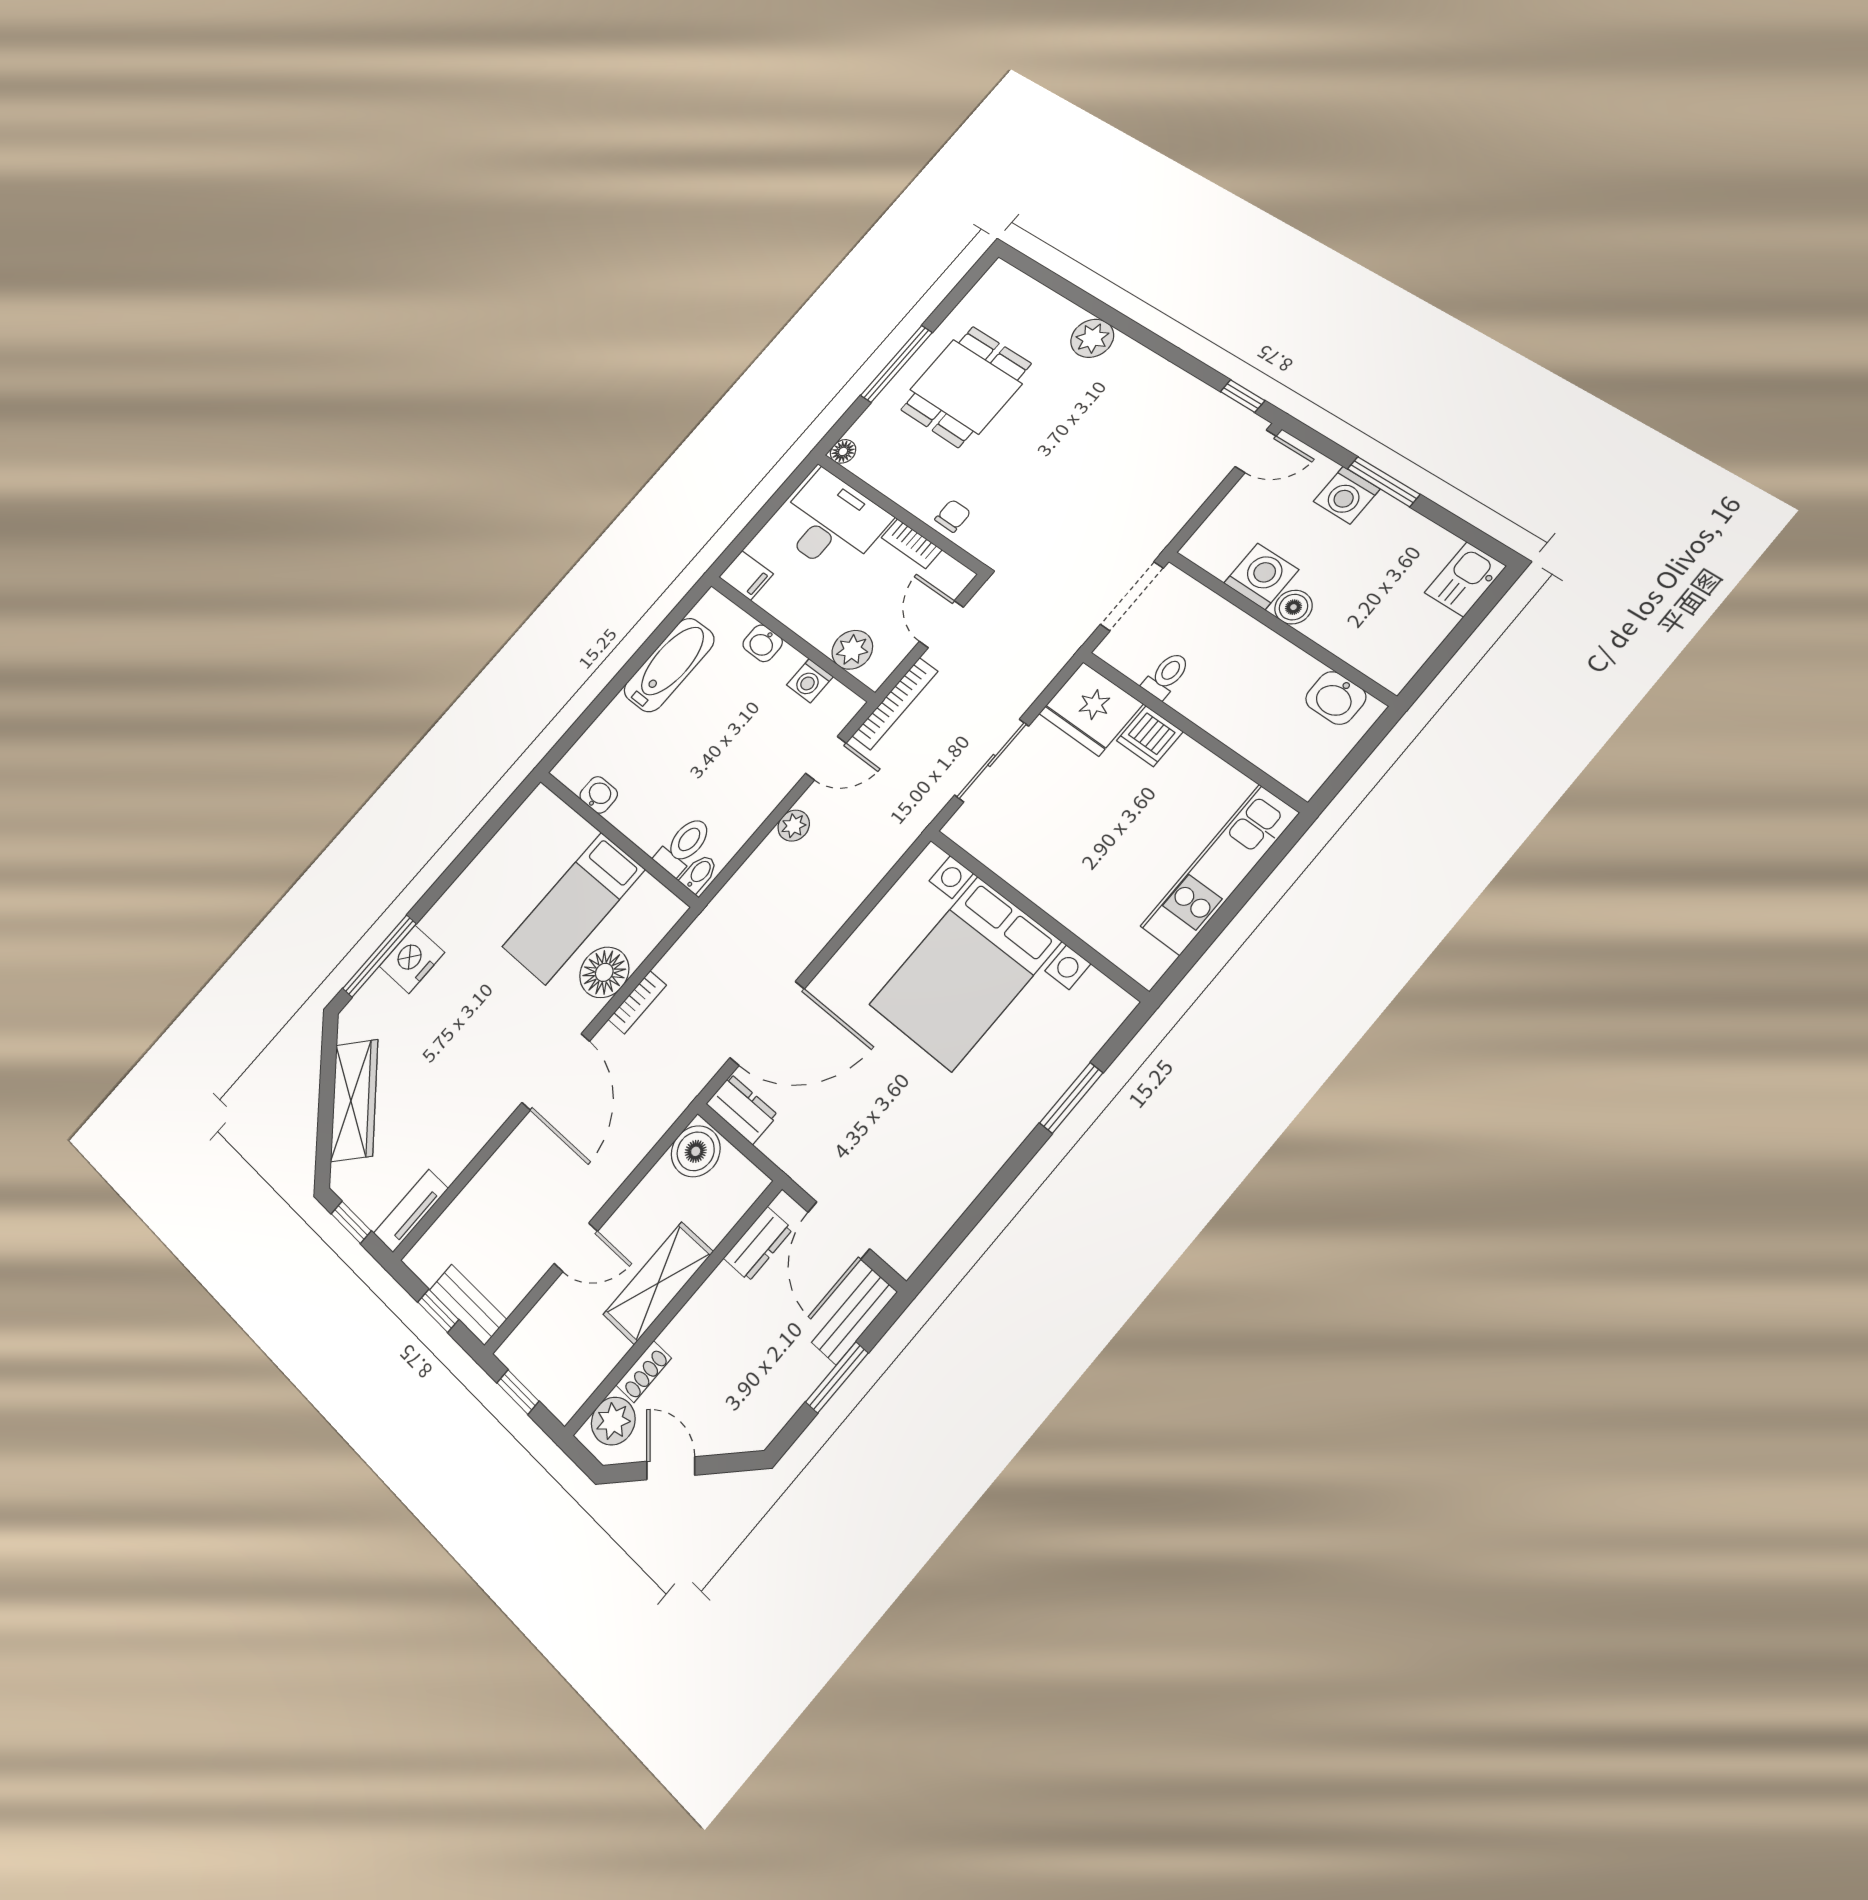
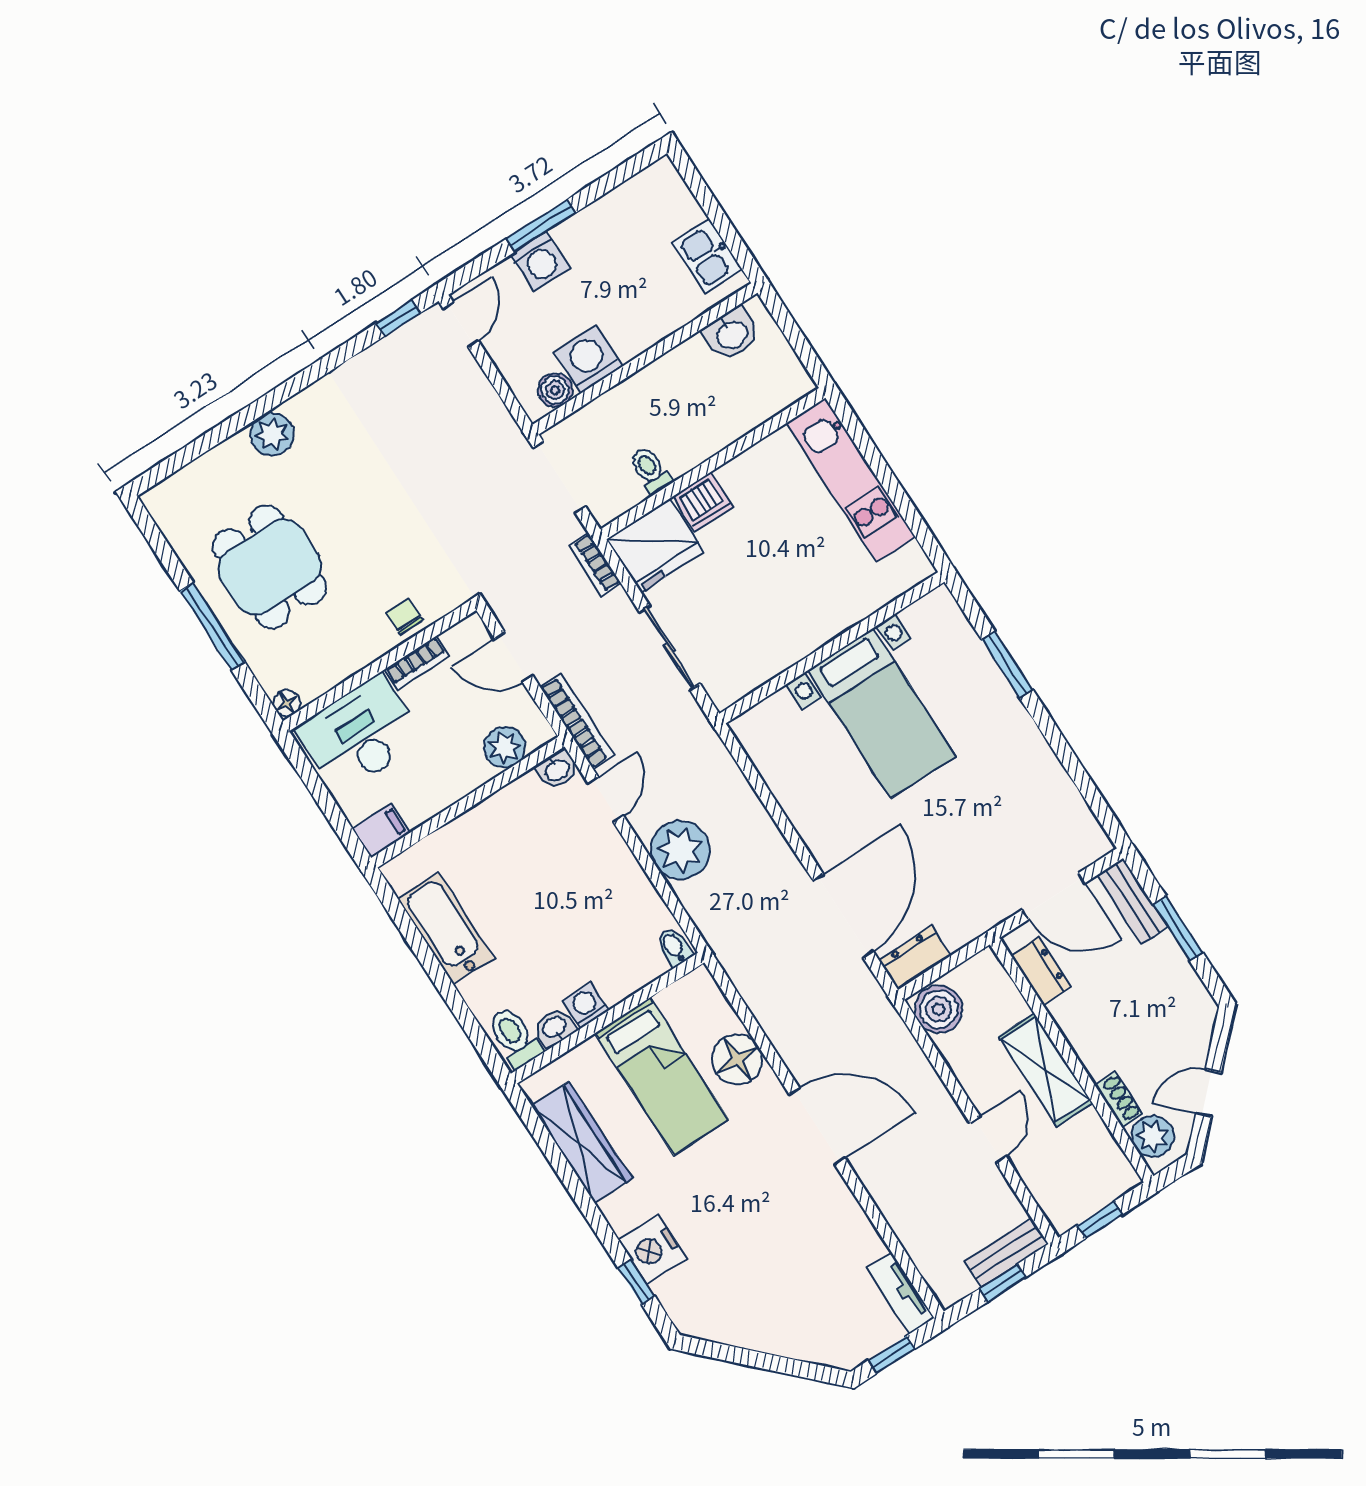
kitchen sink: (1465, 579) -> (707, 256), moved
boiler: (1293, 607) -> (555, 390), moved
washbasin: (763, 643) -> (557, 769), moved
washing machine: (810, 681) -> (586, 1005), moved, turned 180
plant: (794, 826) -> (680, 850), width x1.87, depth x1.87
toilet: (684, 846) -> (514, 1037), moved
window: (379, 956) -> (636, 1282), width x0.46
bed with nightstands: (965, 973) -> (882, 713), width x0.73
bookcase: (637, 1002) -> (595, 564), moved, turned 180
wardrobe: (354, 1100) -> (582, 1142), moved, turned 45

